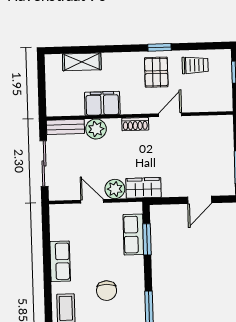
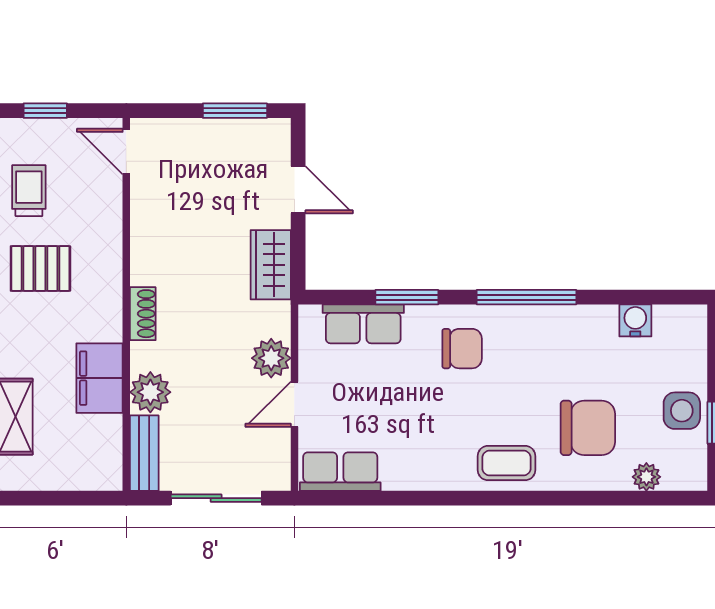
door: (170, 115) -> (126, 152), moved
wardrobe: (143, 188) -> (271, 265), moved
window: (147, 239) -> (407, 297), moved
row of seats: (60, 261) -> (340, 472), moved
chair: (107, 291) -> (462, 349), moved

